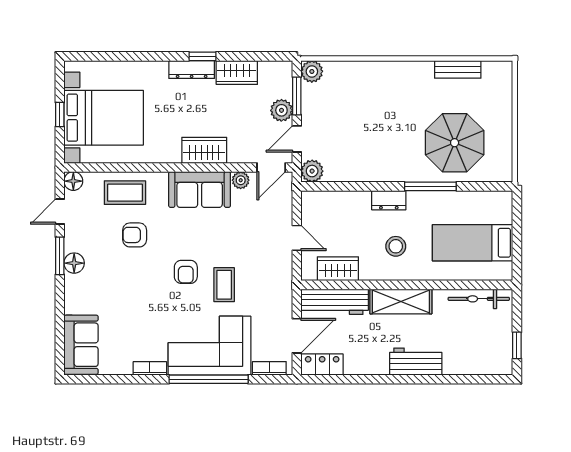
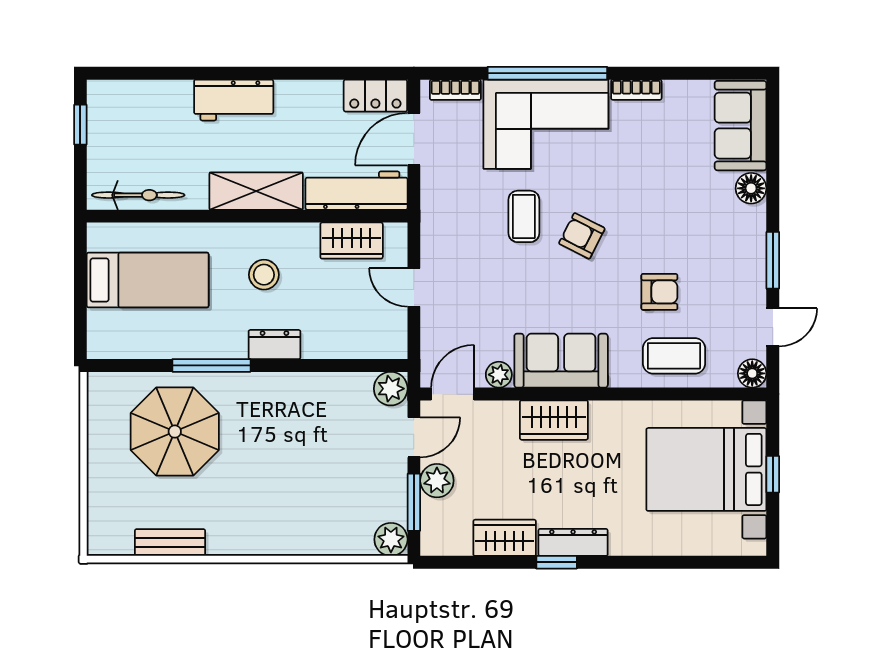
floor lamp: (74, 263) -> (751, 188), moved
armchair: (186, 272) -> (582, 236), turned -63

